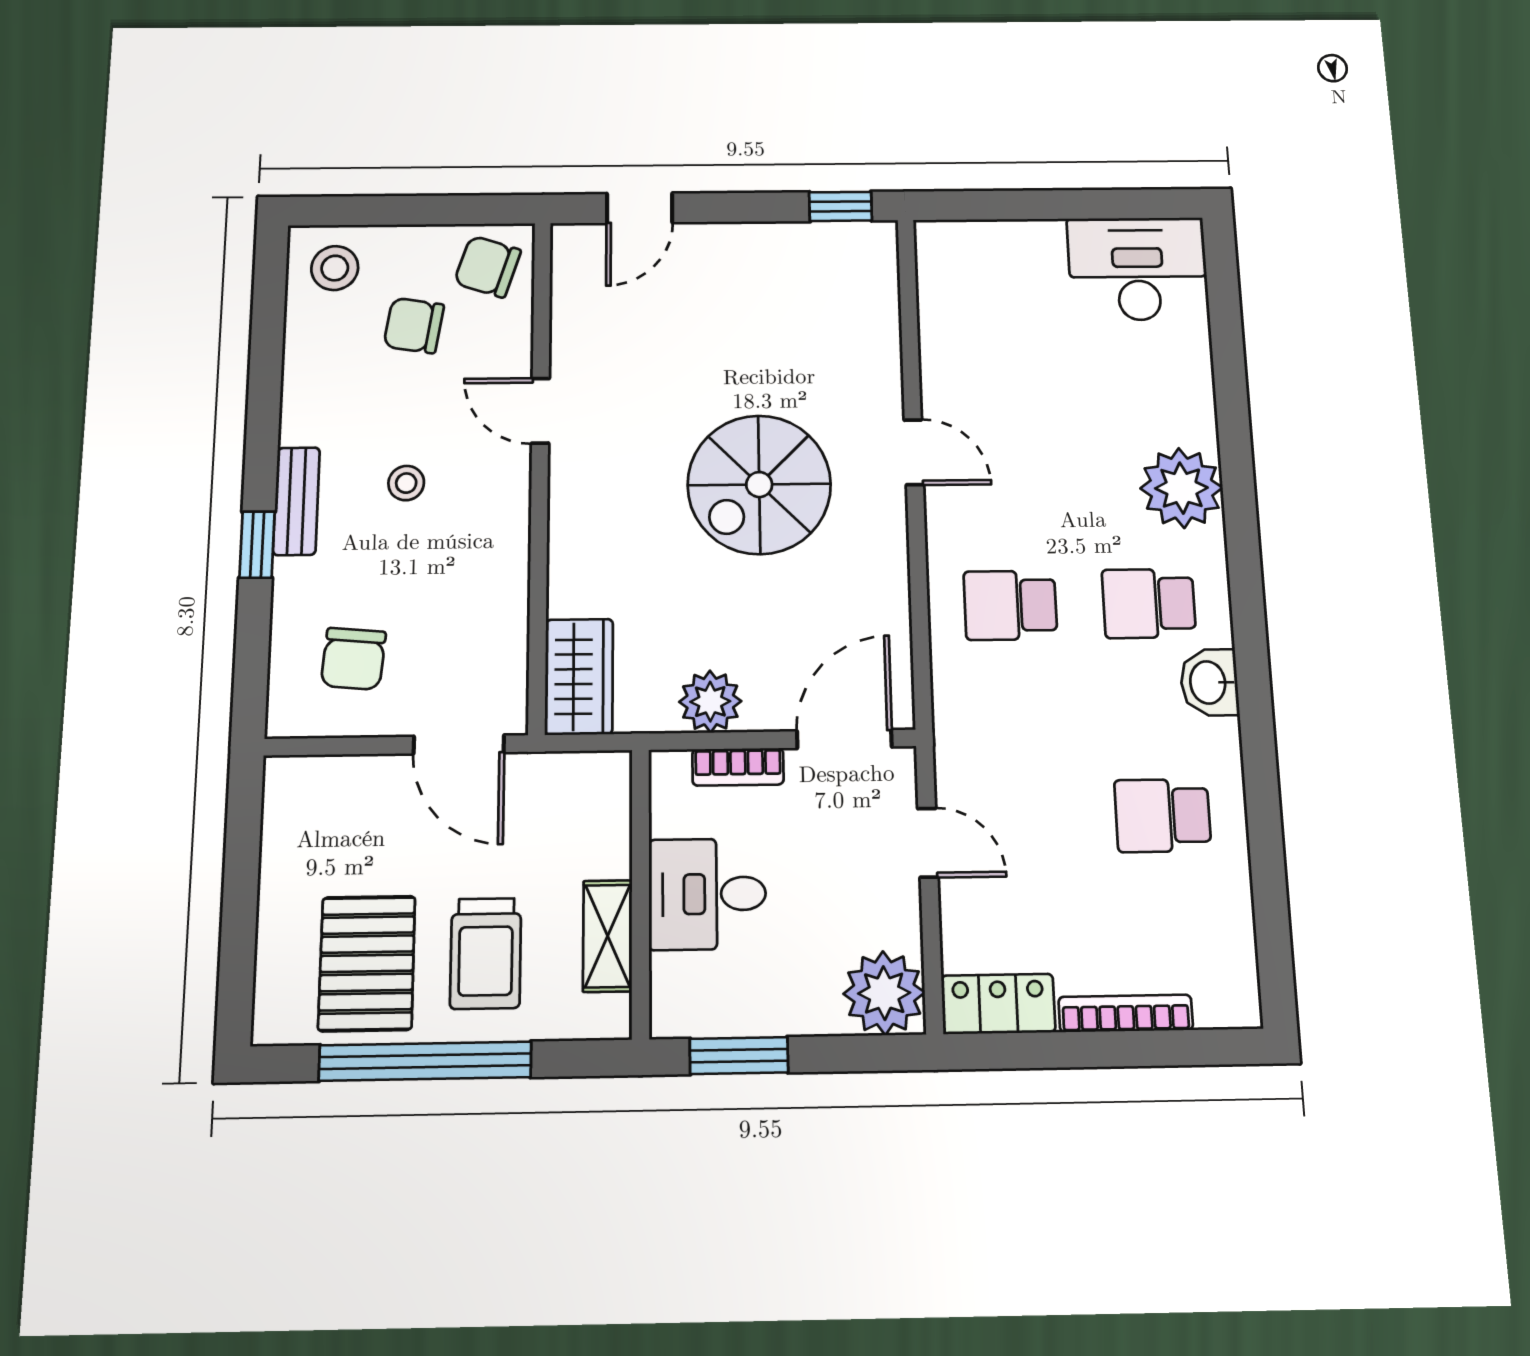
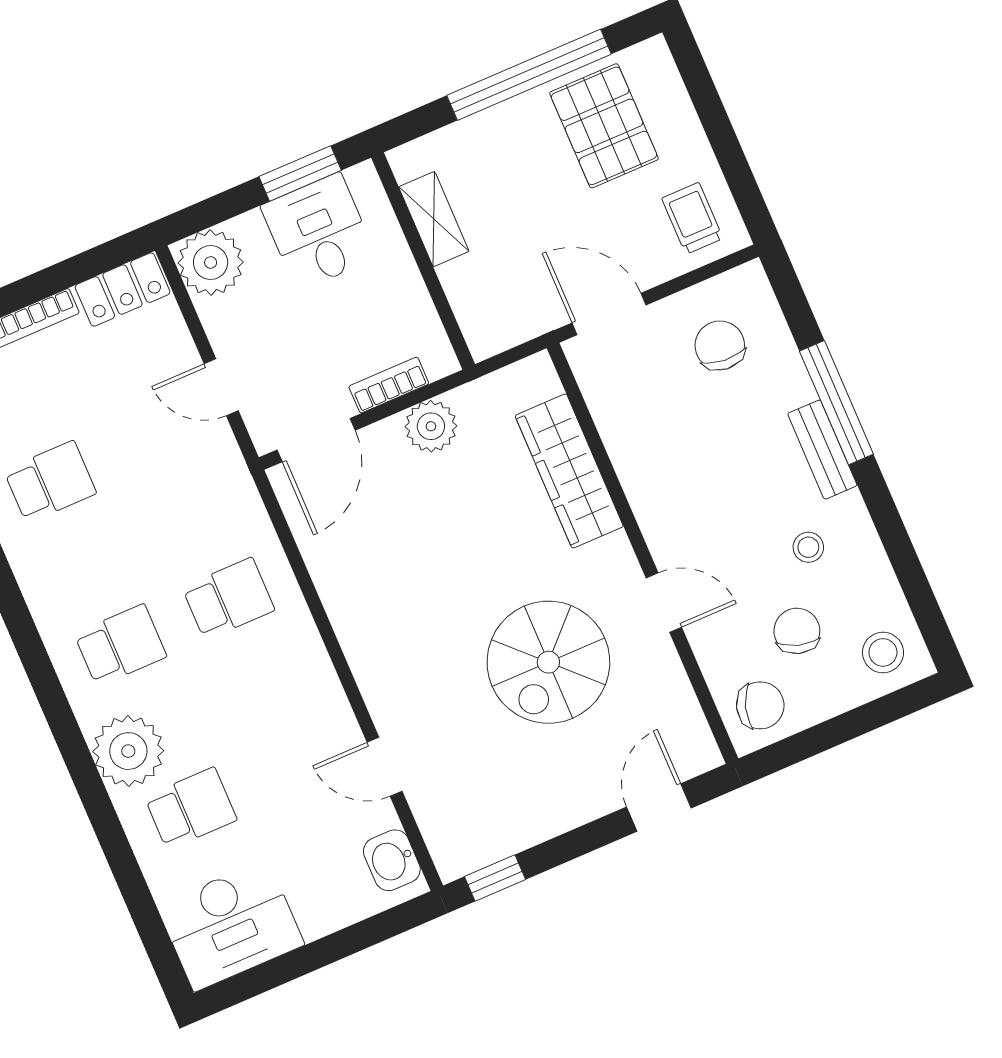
chair: (414, 325) -> (797, 631), turned -82
school desk: (1136, 402) -> (191, 808), added
door: (914, 452) -> (385, 767), moved
stool: (406, 483) -> (808, 547), moved
spiral stairs: (759, 485) -> (548, 662), moved, turned 180
window: (257, 545) -> (836, 403), width x2.17
wardrobe: (579, 677) -> (569, 471), moved, width x1.50
washbasin: (1209, 682) -> (392, 860), moved, turned 180
desk: (707, 894) -> (319, 232), moved, turned -90
trolley: (486, 953) -> (692, 218), moved, width x0.73, depth x0.72

